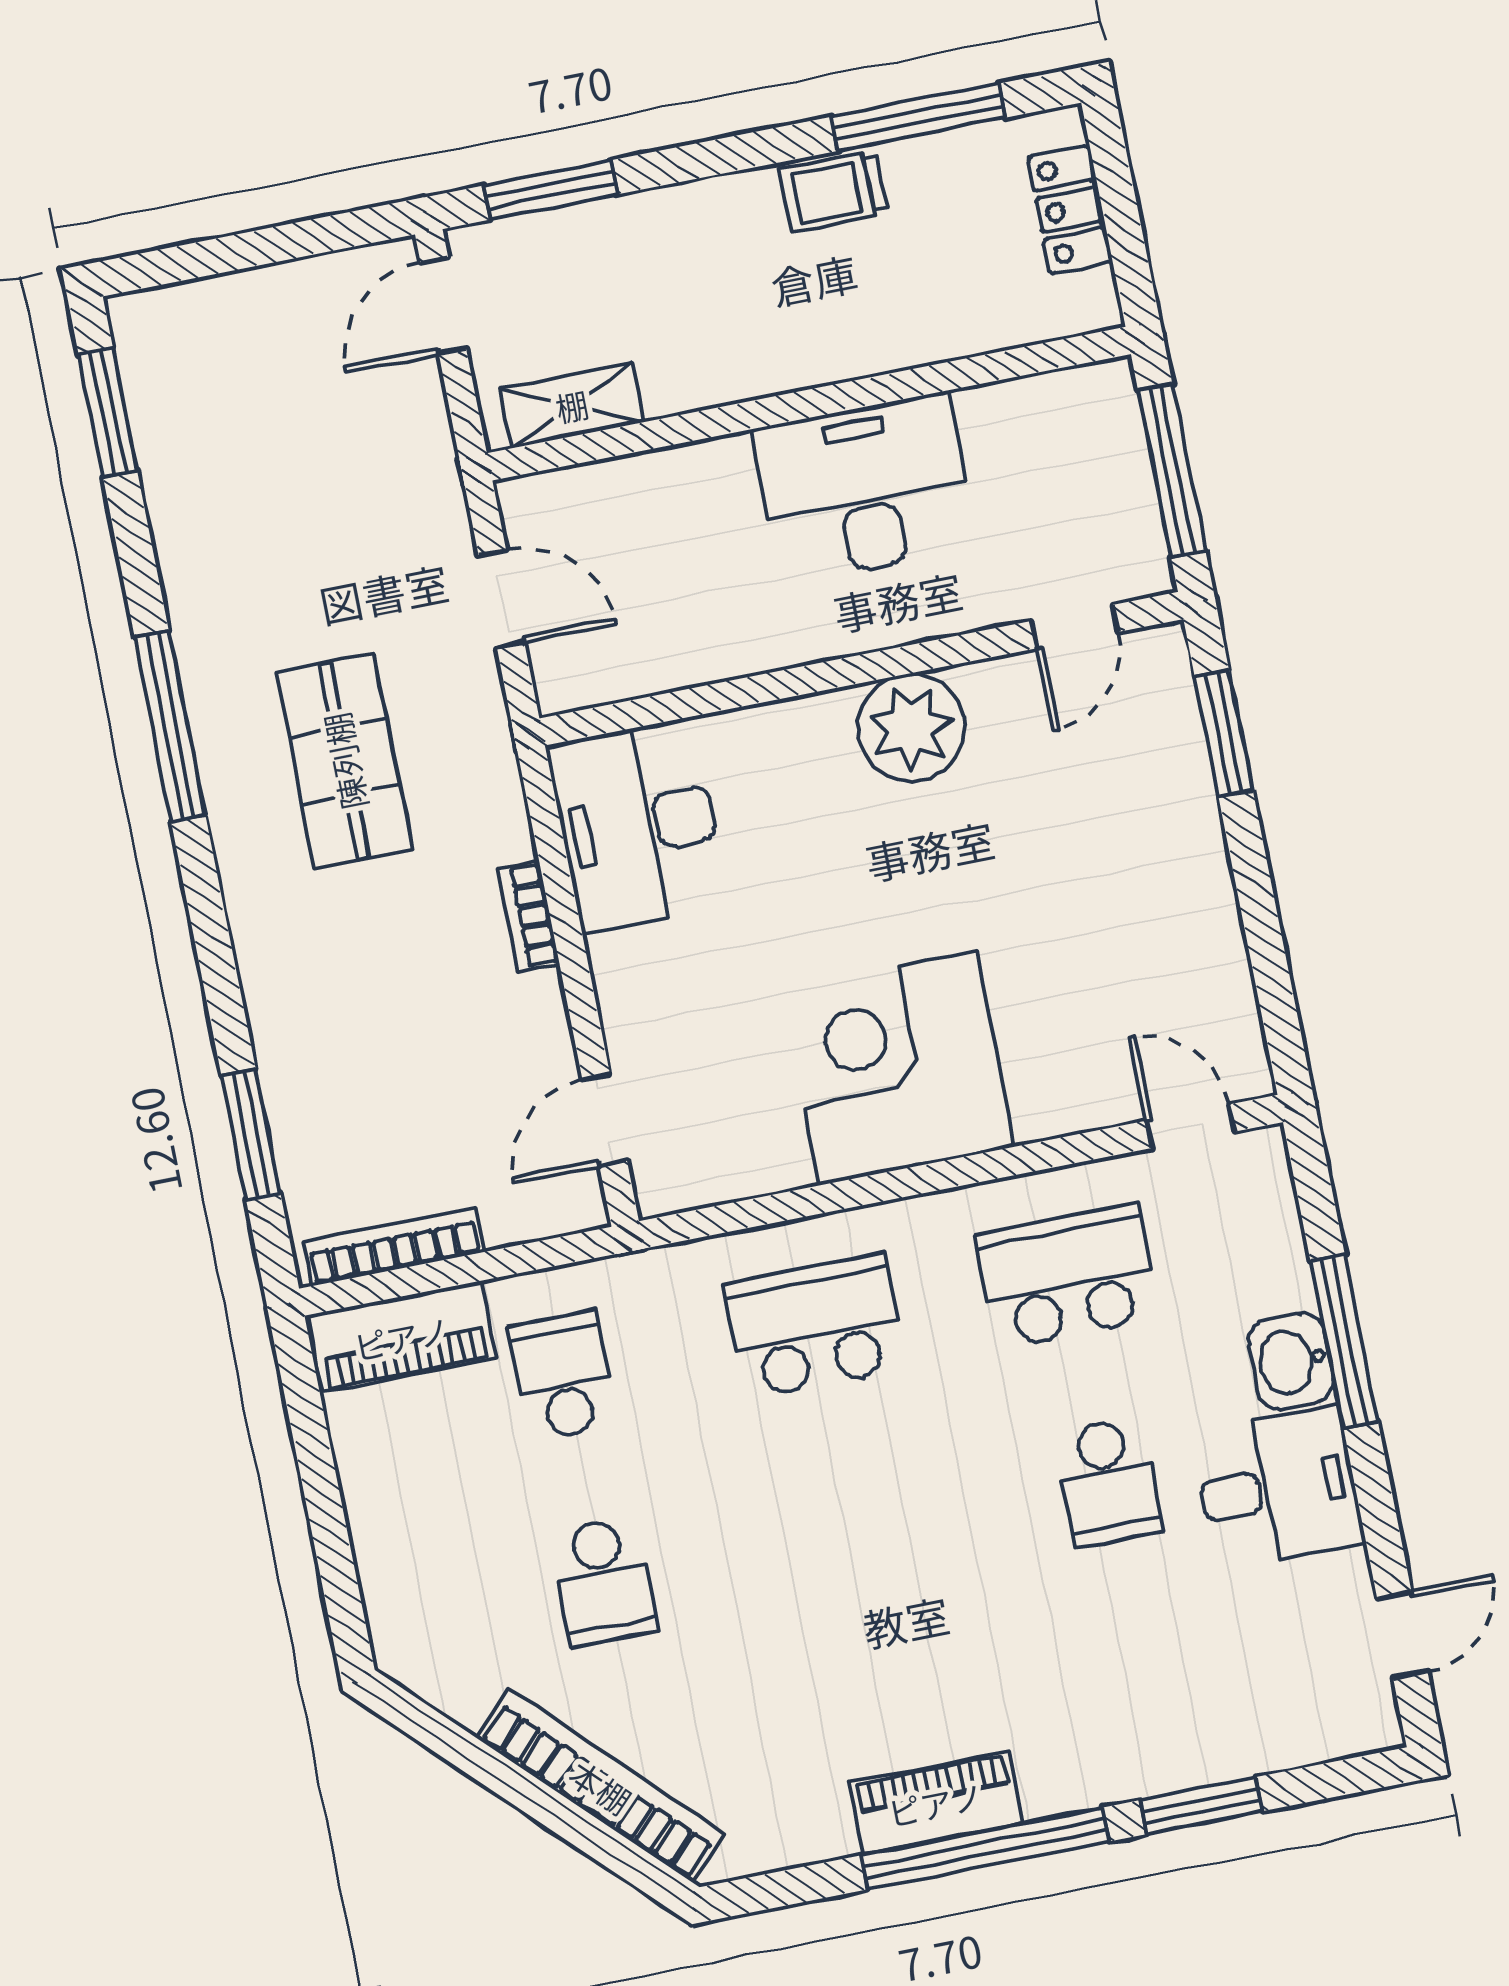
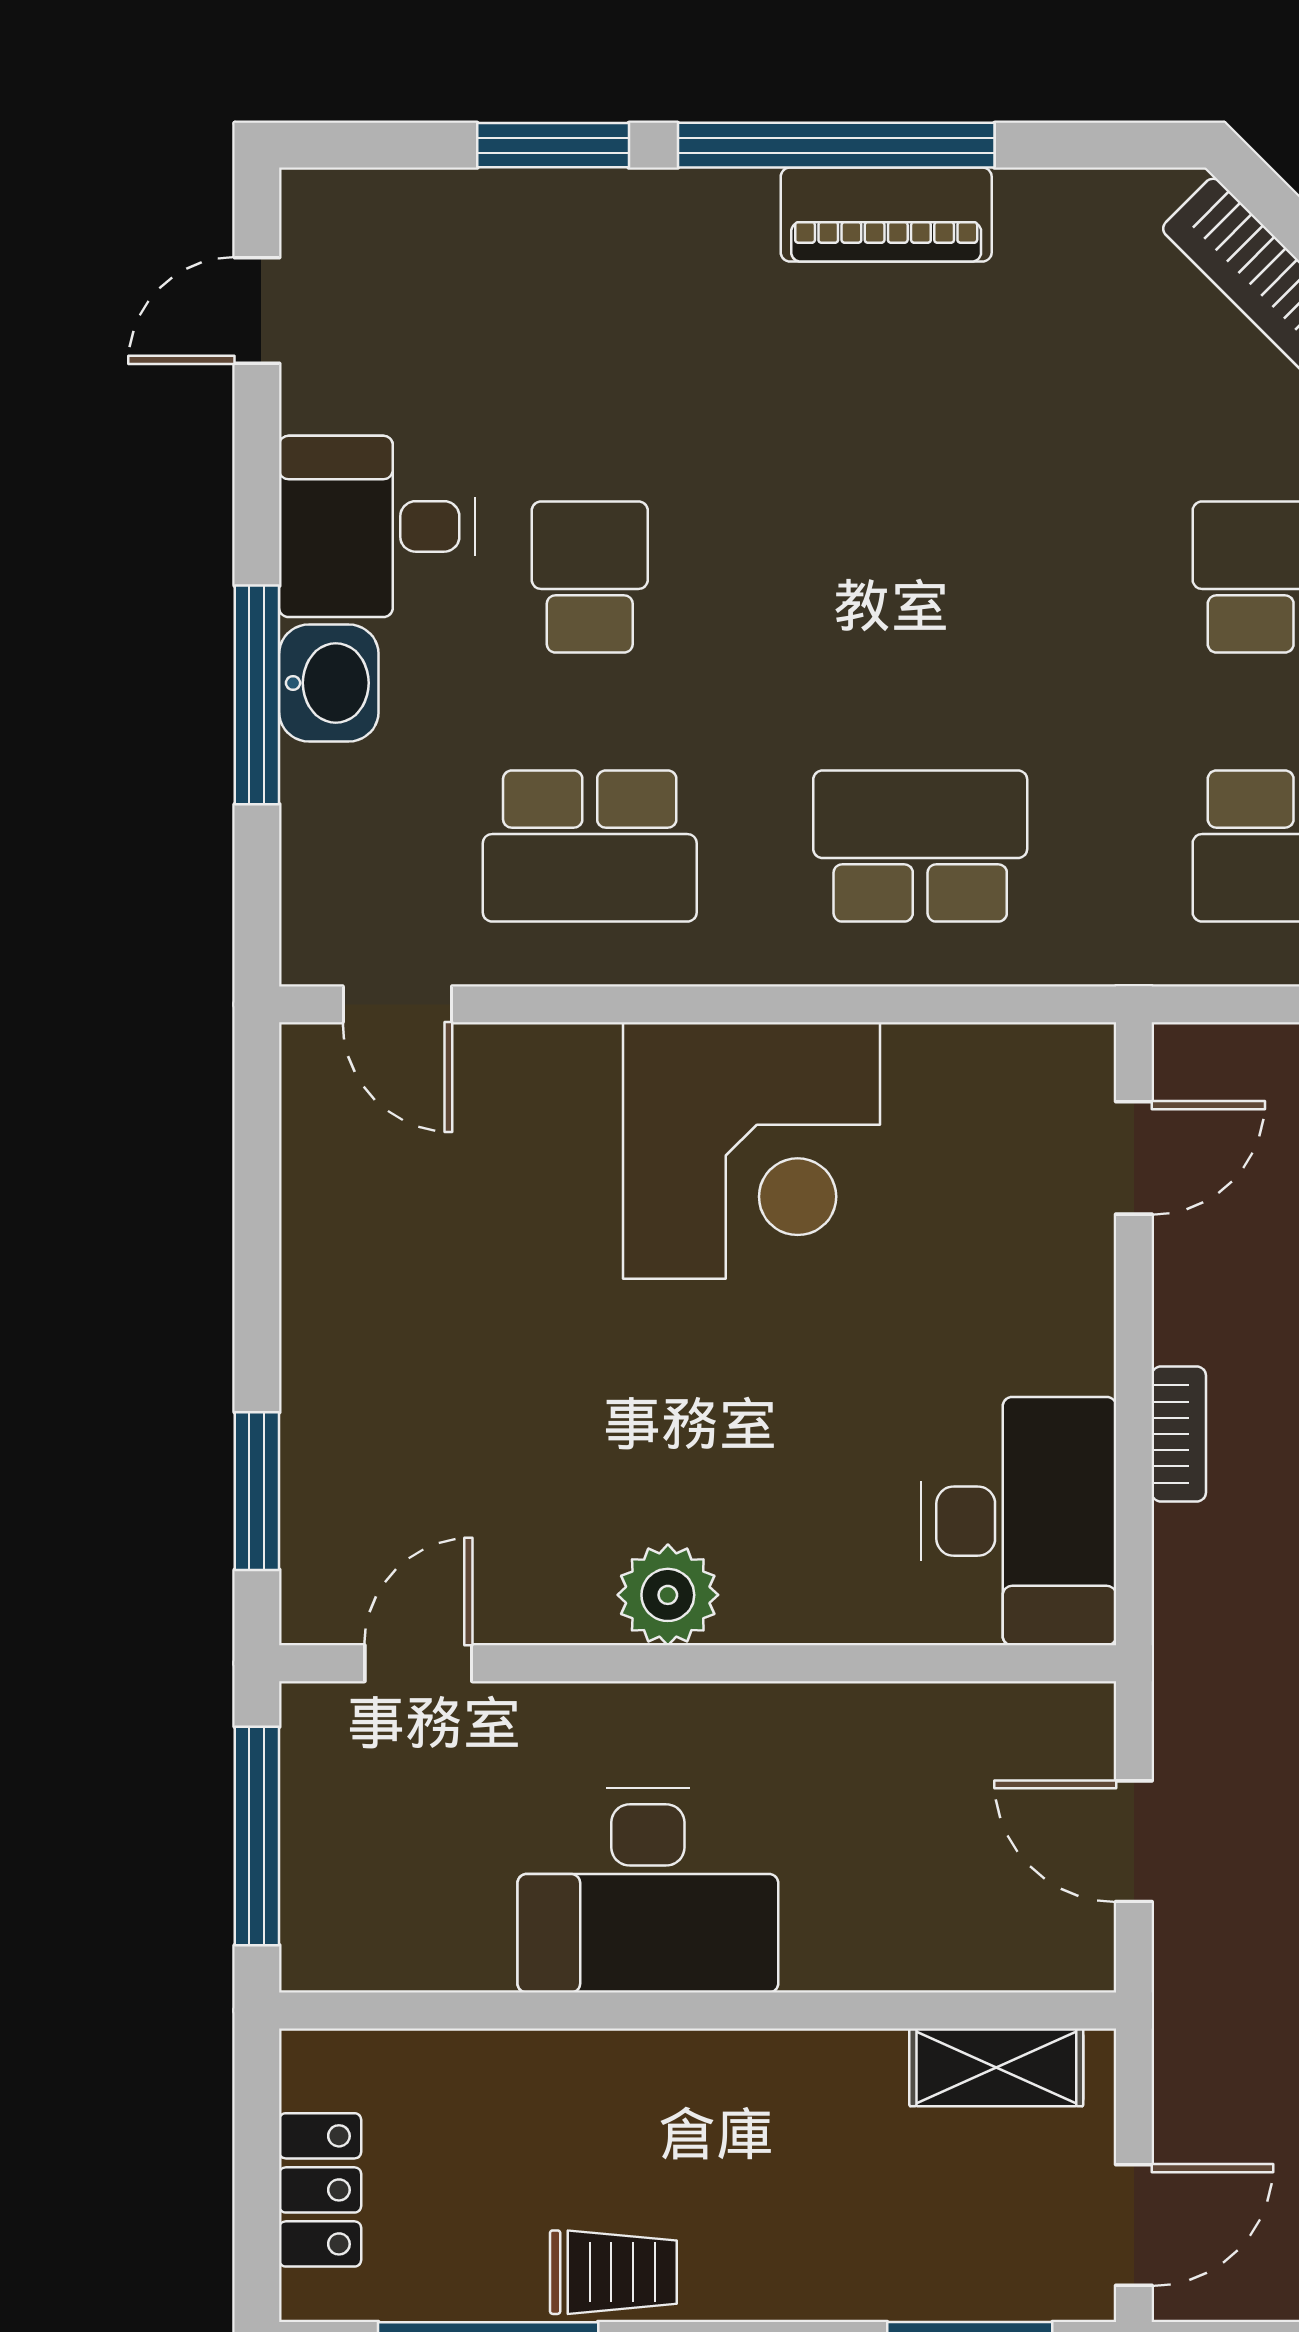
plant: (911, 728) -> (668, 1595), width x0.73, depth x0.73
school desk: (815, 1326) -> (920, 846), turned 180

